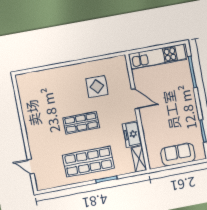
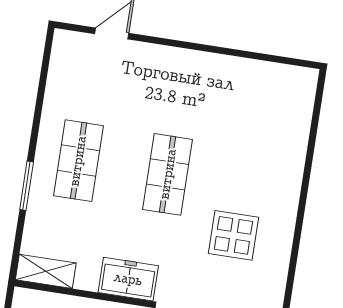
freezer: (132, 134) -> (128, 279), moved
shop shelf: (88, 162) -> (78, 161), width x0.70, depth x0.74

